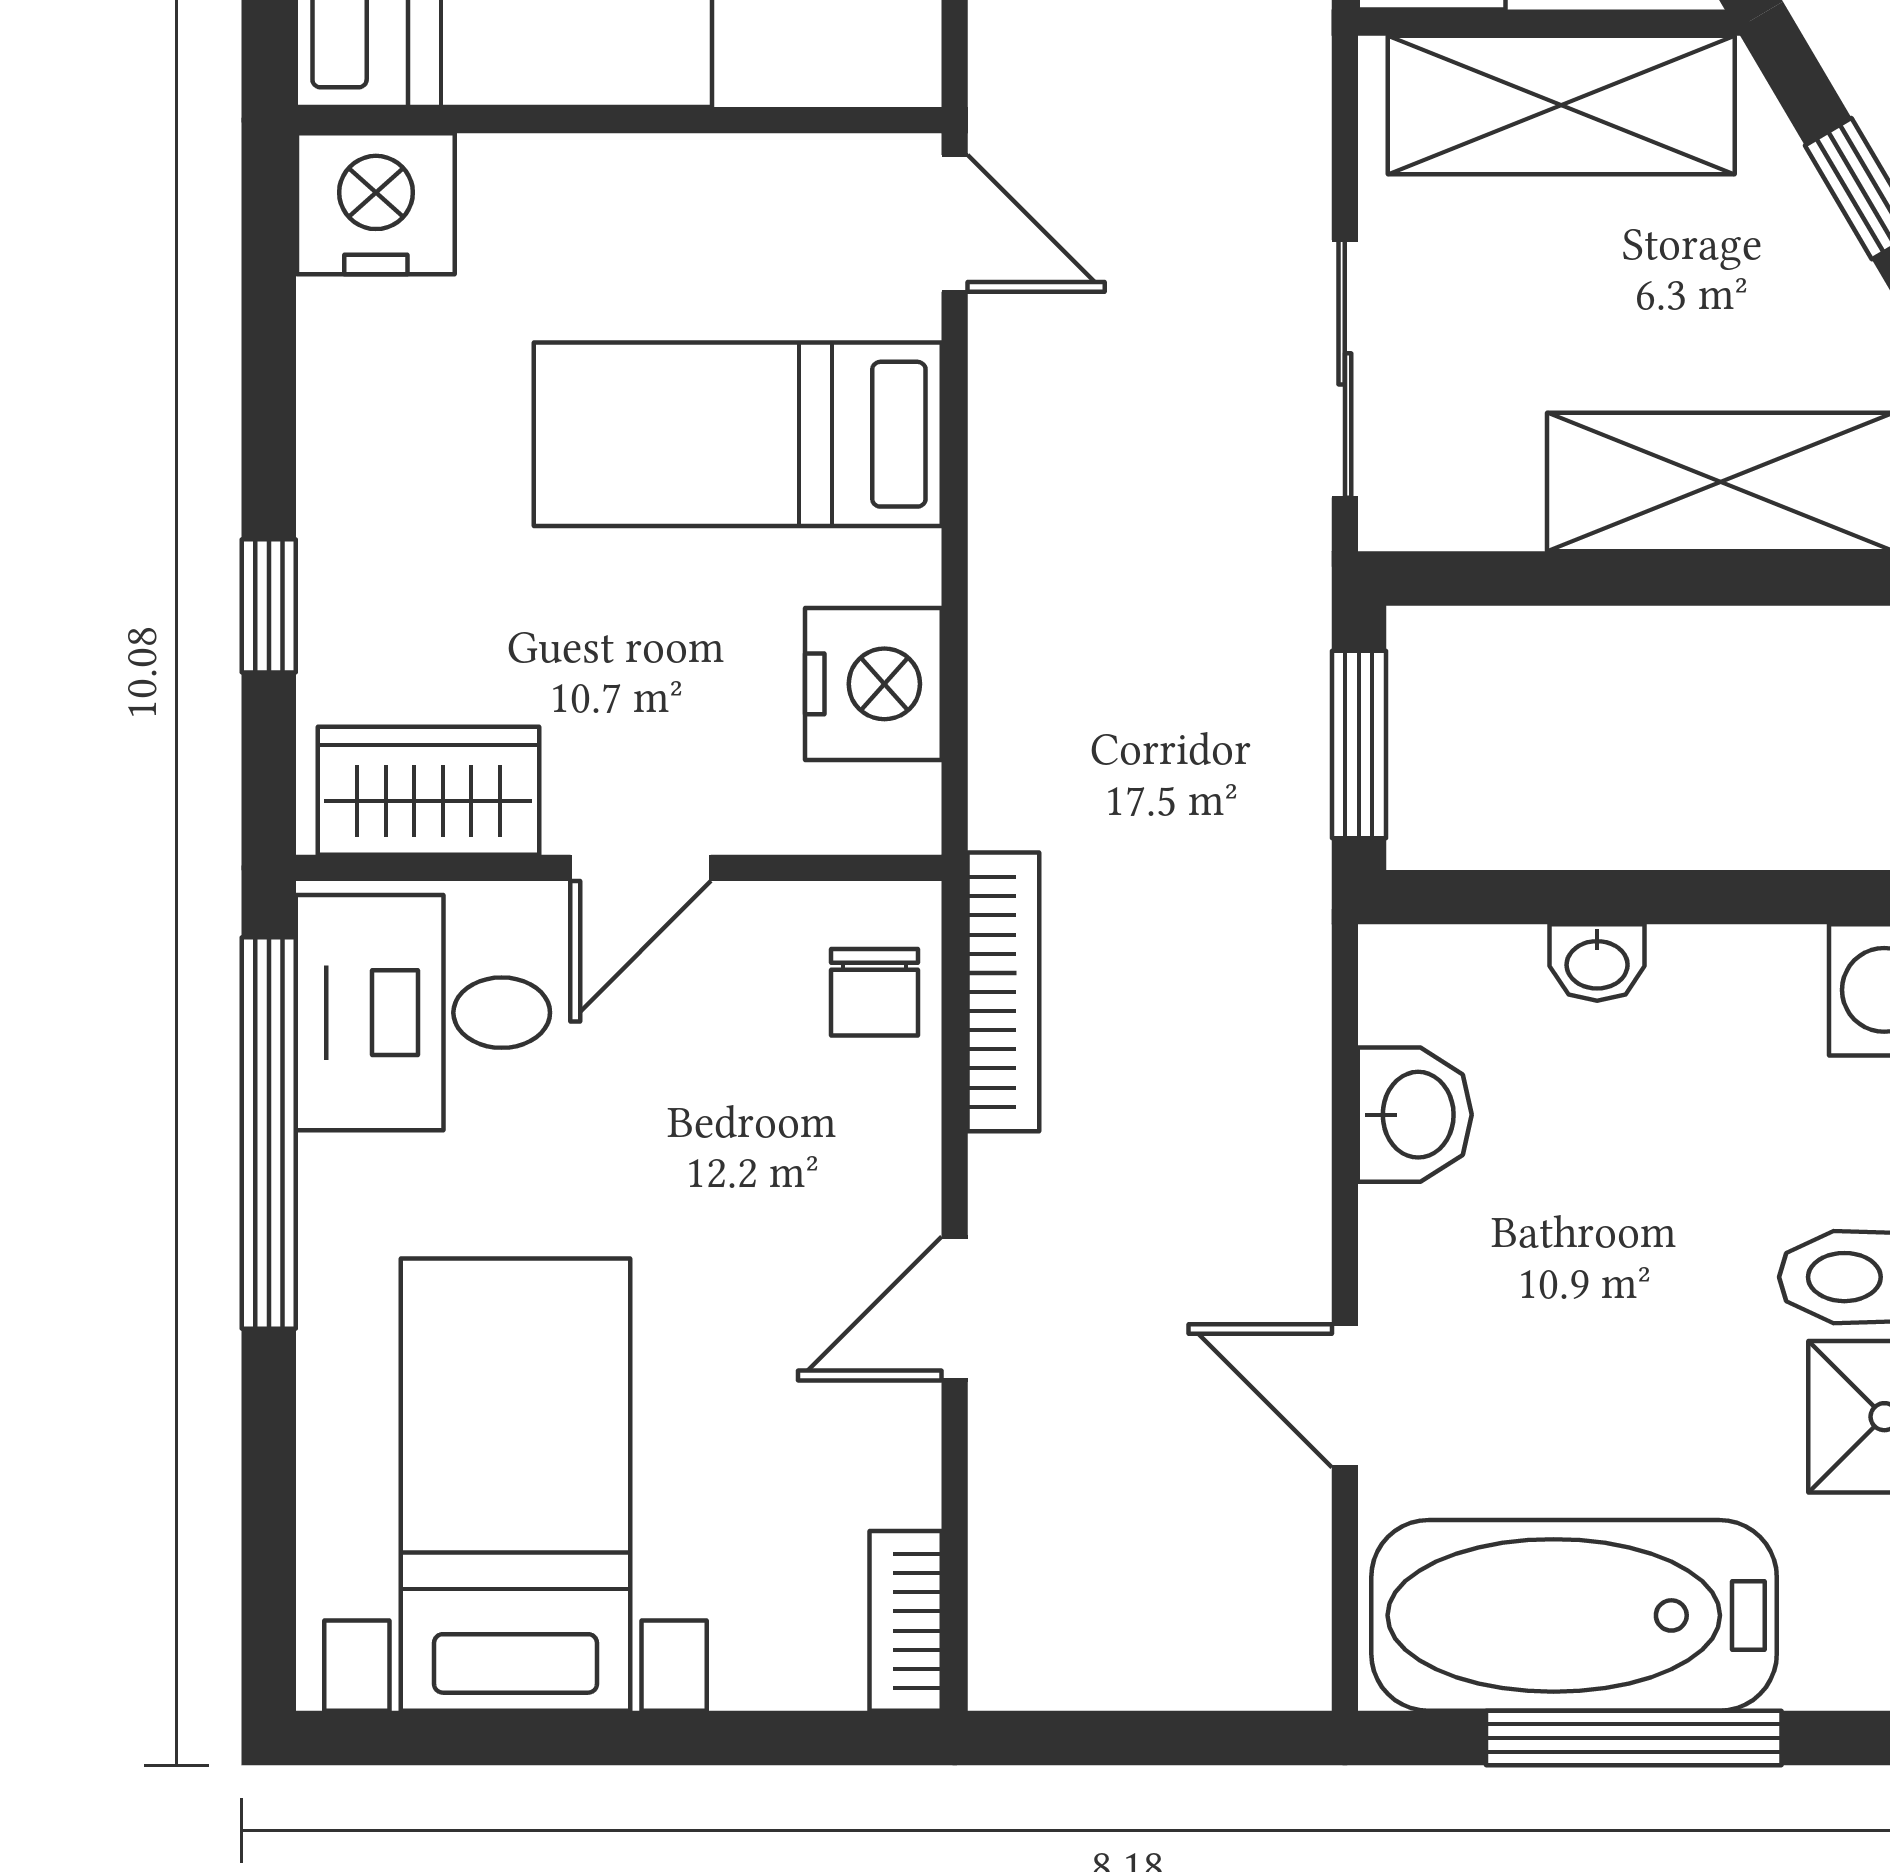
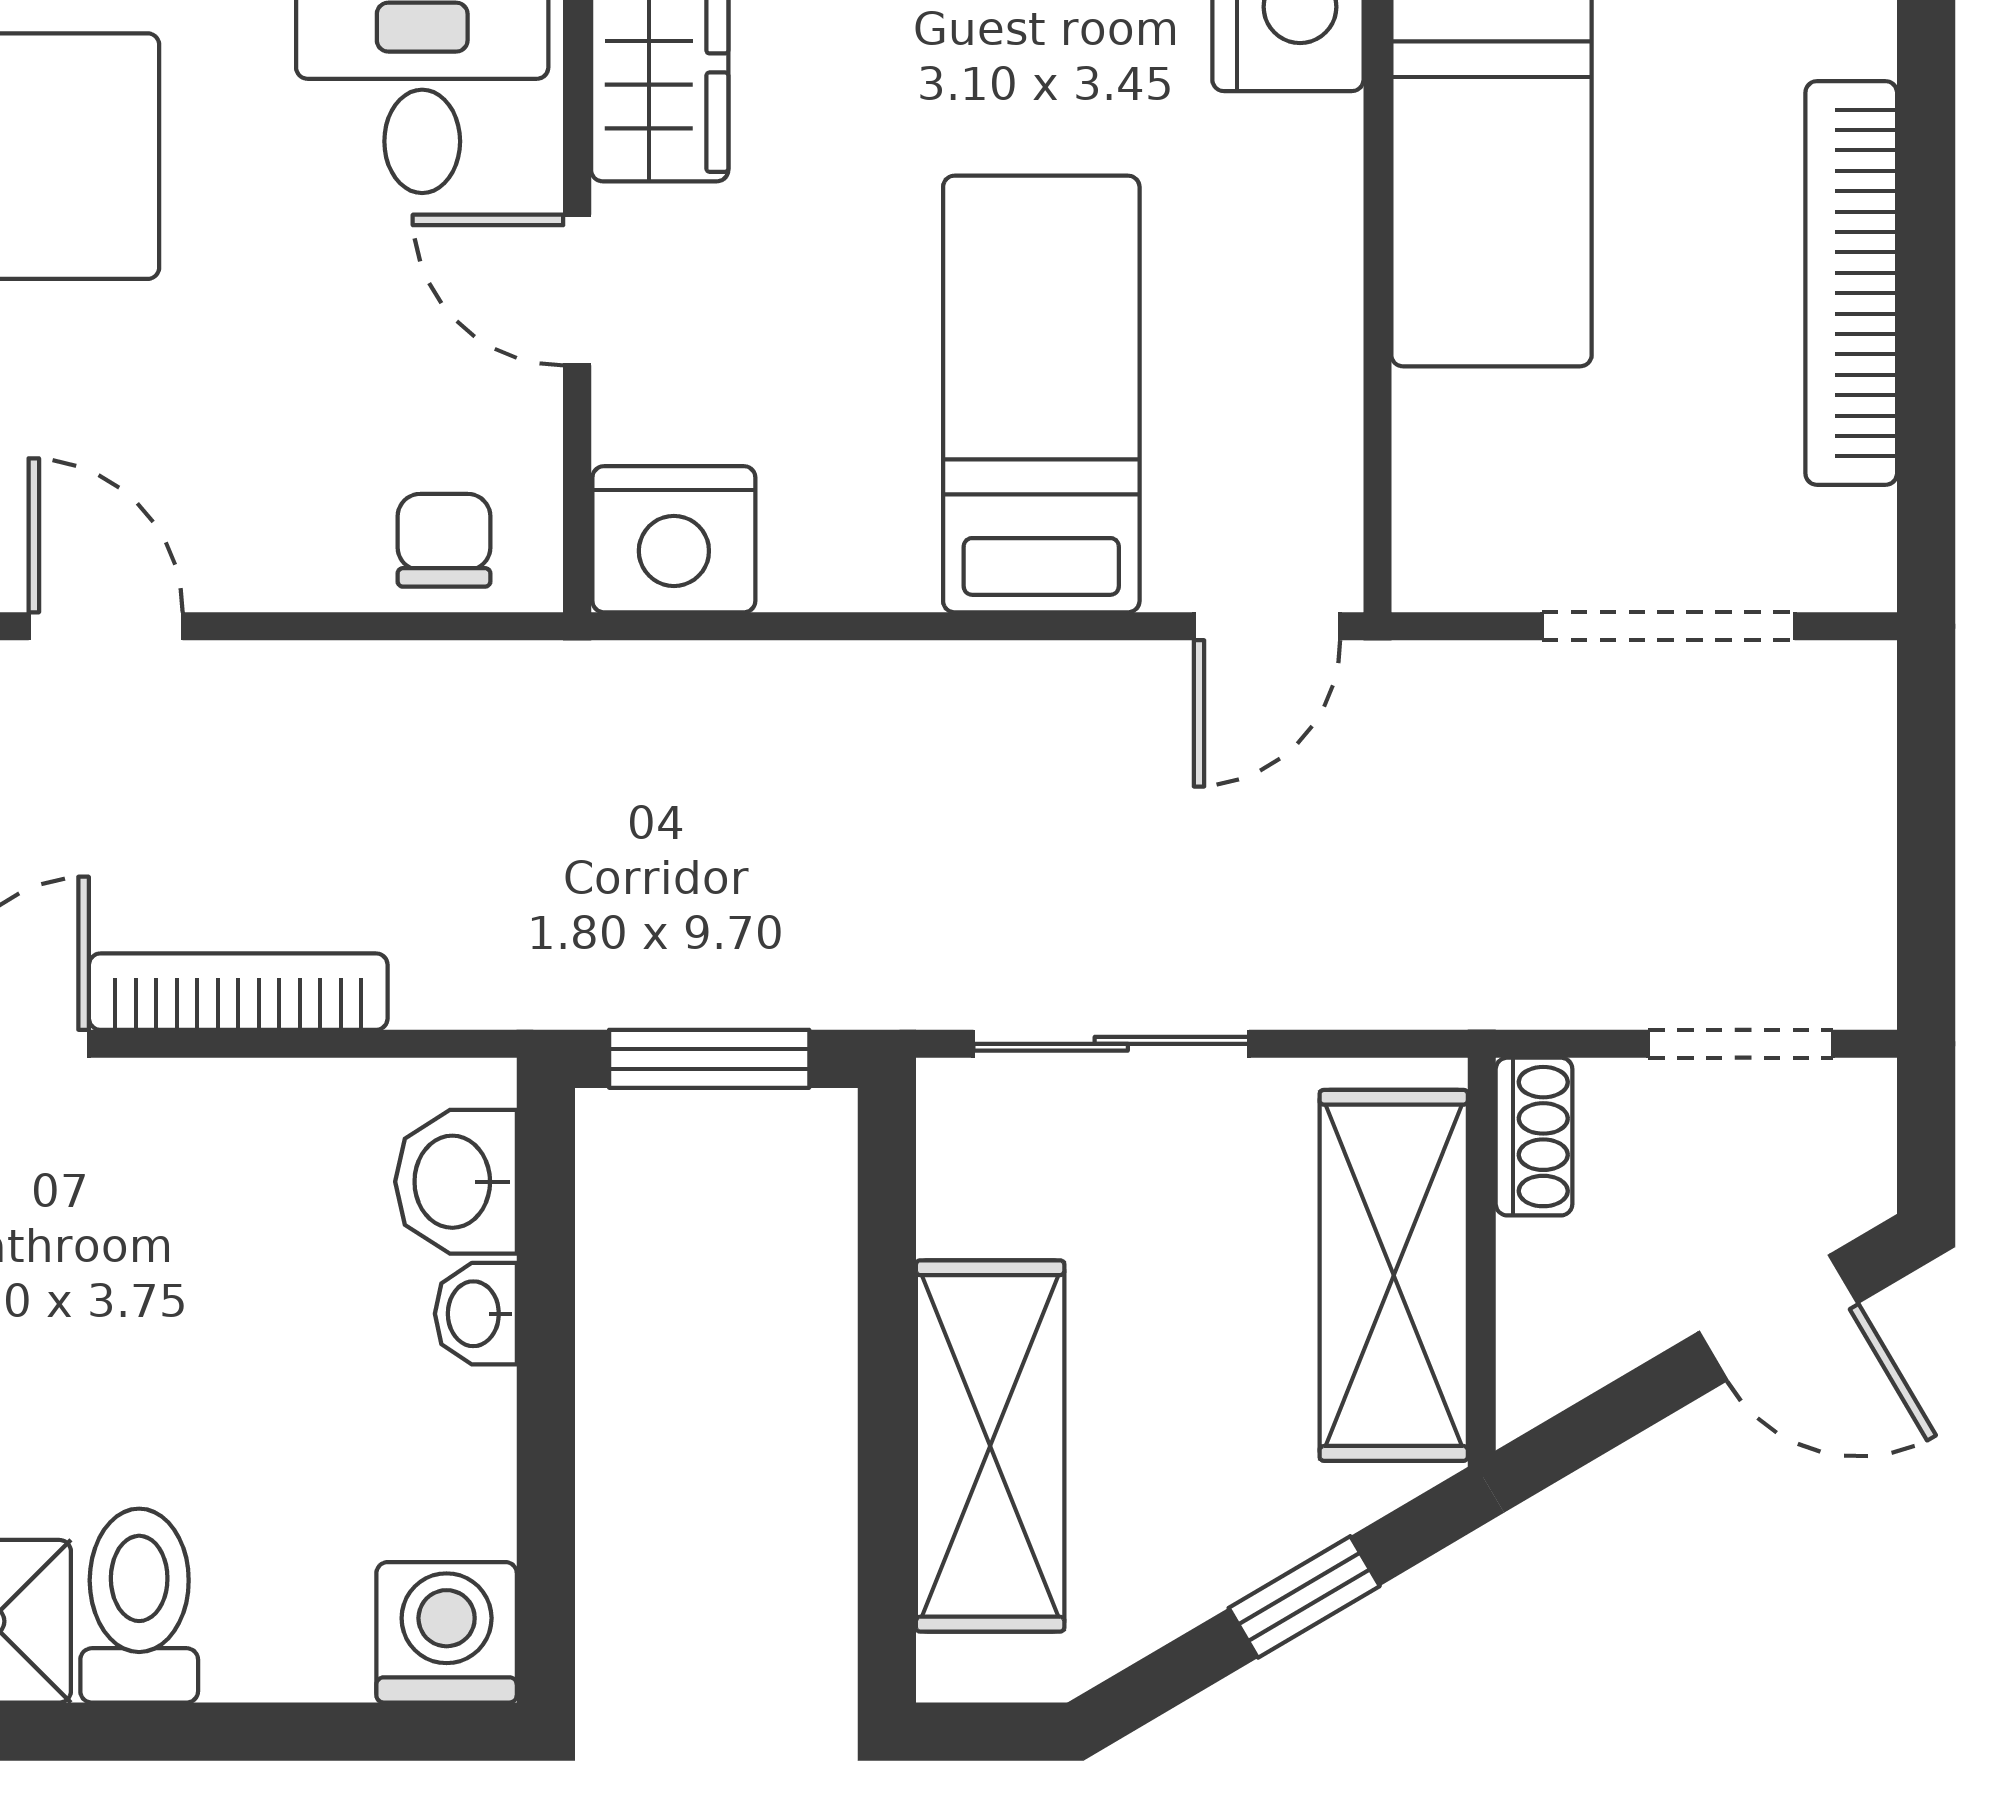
nightstand: (873, 684) -> (674, 539), moved
chair: (874, 992) -> (444, 540), turned 90
bookcase: (1003, 992) -> (238, 992), moved, turned 180
washbasin: (1415, 1115) -> (456, 1182), moved, turned 90

